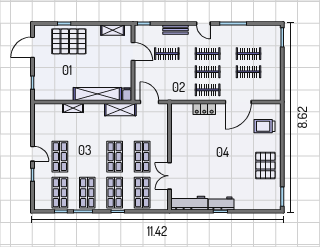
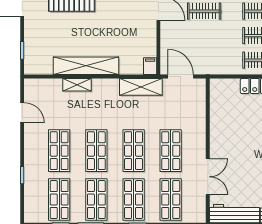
shelving: (97, 94) -> (86, 66), moved
door: (32, 154) -> (22, 113), moved
shop shelf: (87, 157) -> (96, 151), added
double door: (169, 176) -> (208, 177), swing flipped

